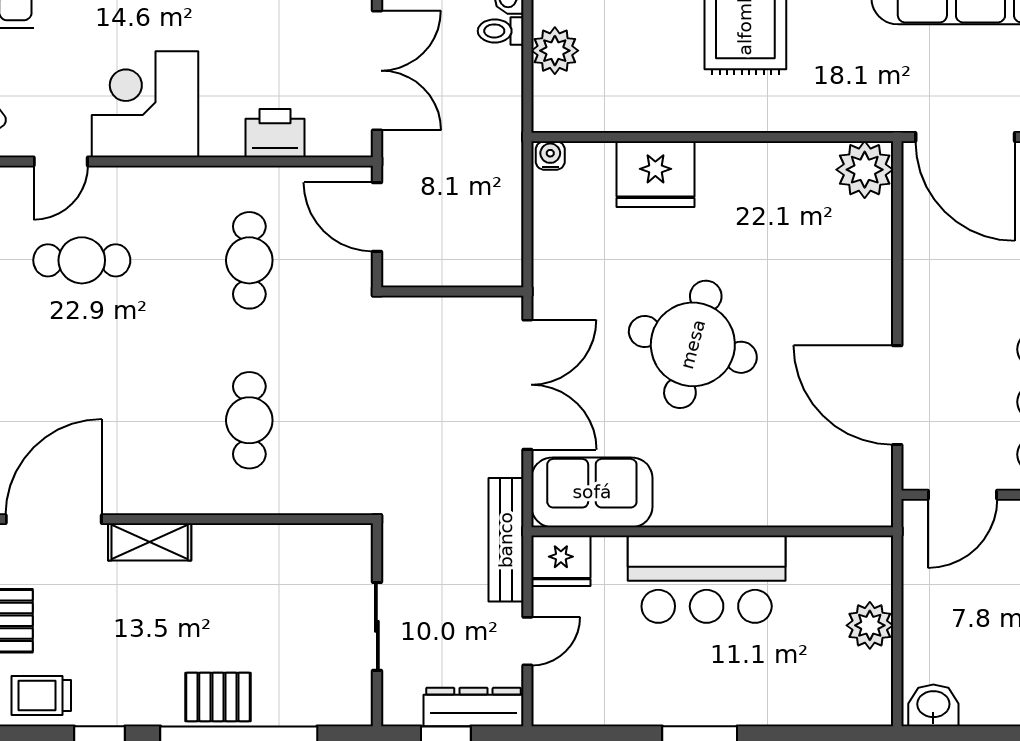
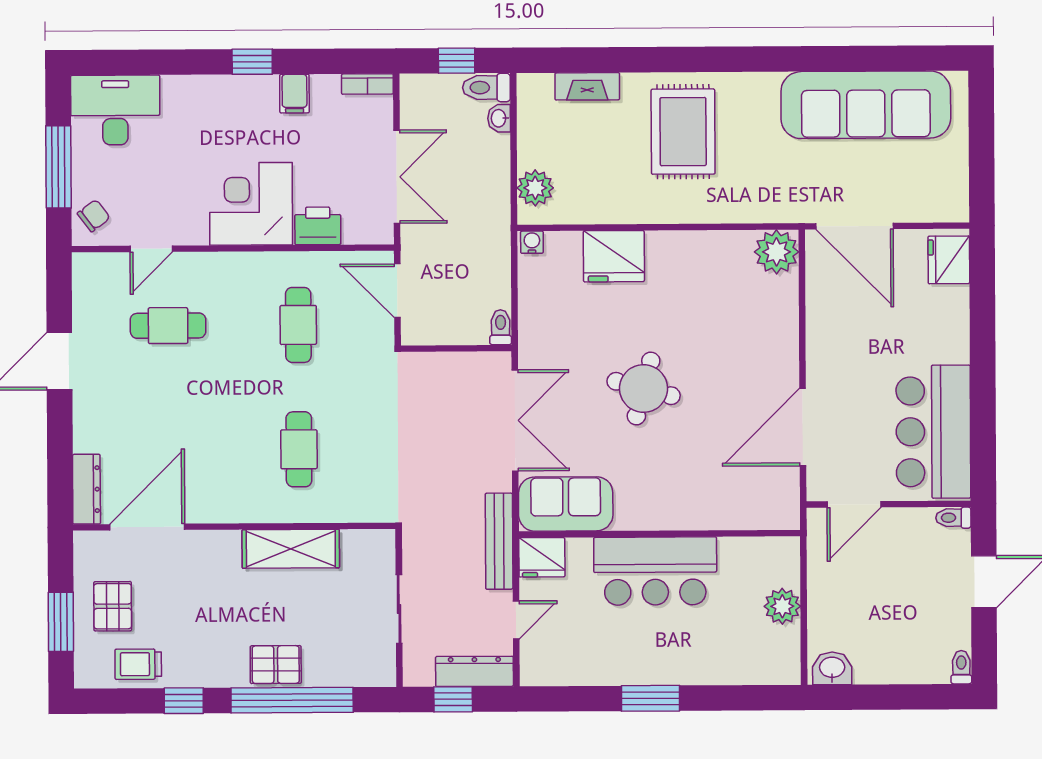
toilet: (501, 31) -> (501, 327), moved, turned 90
plant: (555, 51) -> (535, 188), moved
corner desk: (145, 104) -> (251, 204), moved
round table: (693, 344) -> (644, 388), width x0.73, depth x0.73
door: (897, 395) -> (803, 427), hinge flipped
shelving: (150, 542) -> (291, 549), moved, width x1.50, depth x1.33

